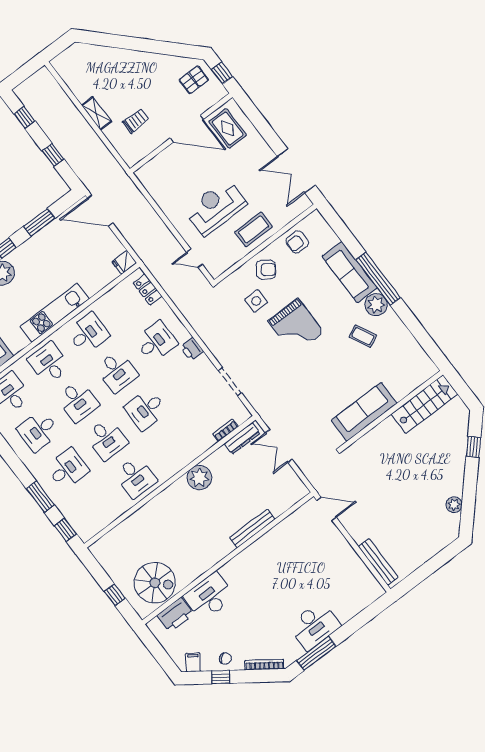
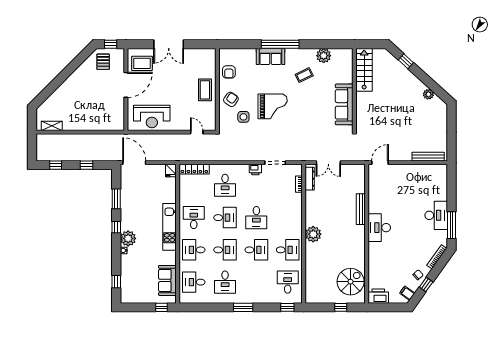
shelving: (96, 113) -> (52, 126), moved
trolley: (136, 121) -> (102, 108), removed
double door: (296, 171) -> (169, 44), moved
reception desk: (216, 207) -> (152, 117), moved, turned -90
door: (100, 211) -> (134, 163), swing flipped
door: (195, 258) -> (197, 132), swing flipped
sofa: (350, 272) -> (271, 57), width x0.73
locker: (148, 289) -> (194, 169), width x1.53
plant: (376, 305) -> (324, 56), moved
desk: (156, 342) -> (225, 185), turned 180
printer: (192, 349) -> (255, 170), moved
desk: (67, 469) -> (288, 282), moved
plant: (199, 478) -> (313, 234), moved
window: (40, 497) -> (243, 307), moved
desk: (209, 596) -> (379, 228), moved
printer: (175, 615) -> (378, 296), moved, turned -90

